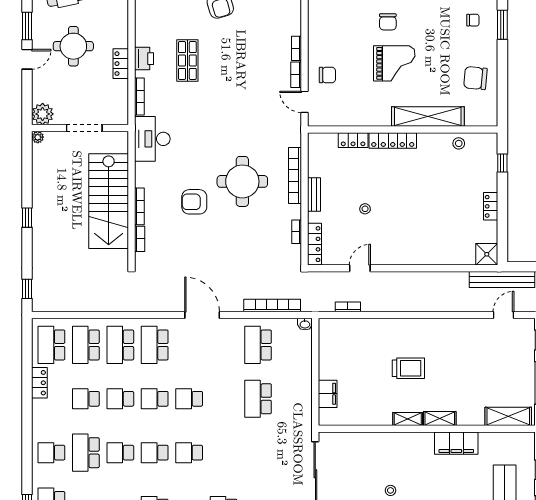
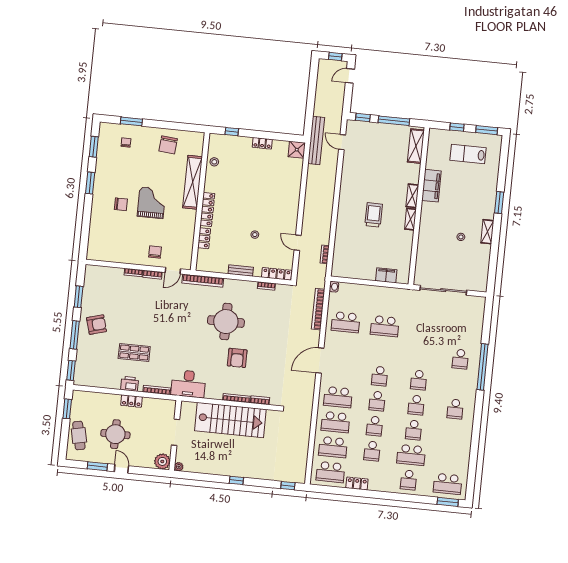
bookcase: (295, 175) -> (203, 281), moved

